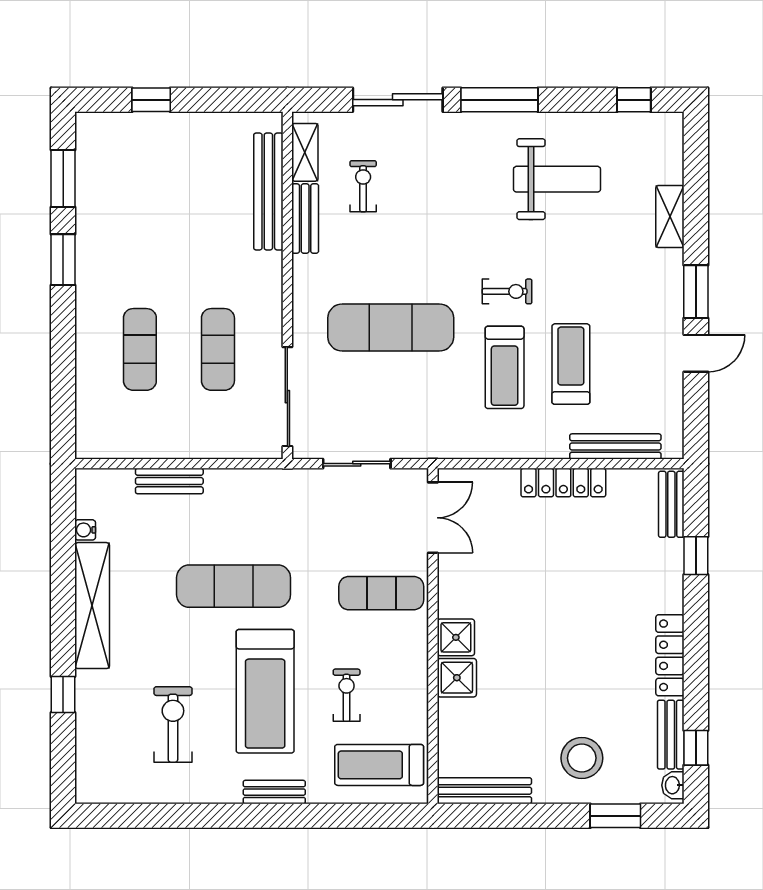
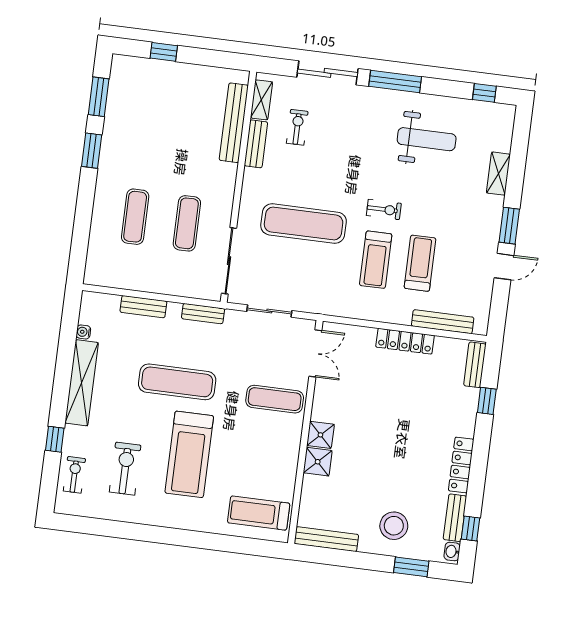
exercise bike: (347, 695) -> (74, 475), moved
bench: (274, 792) -> (203, 314), moved

